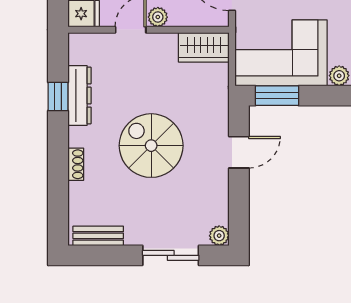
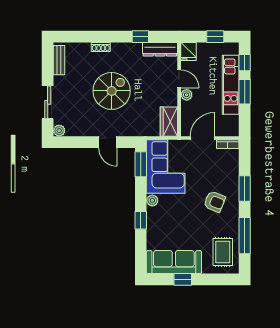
dresser: (80, 95) -> (160, 49), moved

